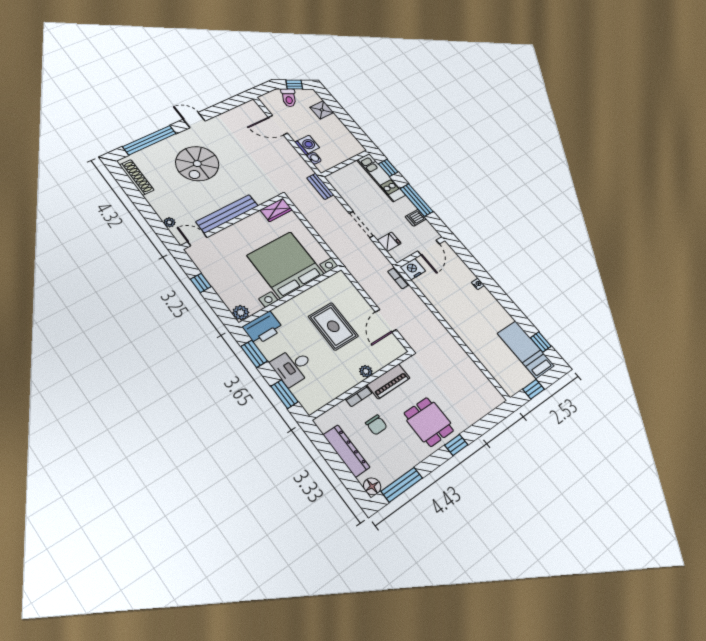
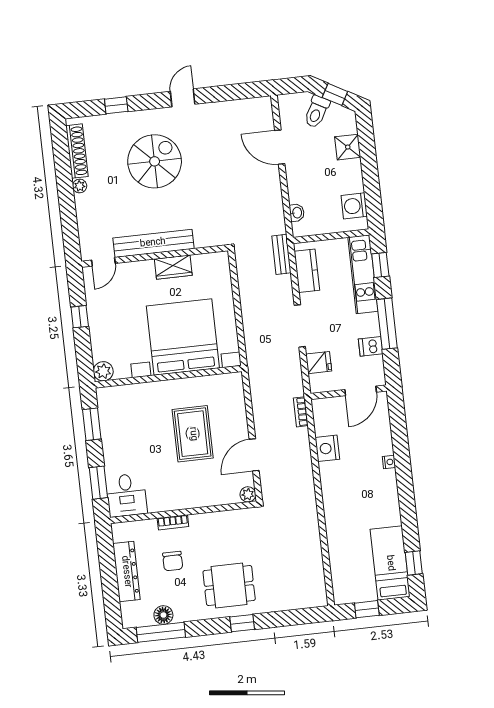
door: (194, 120) -> (183, 98), hinge flipped
window: (149, 140) -> (116, 105), width x0.32
washing machine: (307, 145) -> (354, 206), moved, turned 180
spiral stairs: (197, 164) -> (155, 161), turned 180
kitchen counter: (344, 189) -> (307, 271), added
wardrobe: (276, 210) -> (173, 267), moved
plant: (169, 222) -> (80, 186), moved
door: (197, 240) -> (103, 262), swing flipped
nightstand: (413, 269) -> (327, 448), moved, turned -90
printer: (263, 328) -> (117, 400), removed
desk: (293, 367) -> (126, 495), moved, turned -90
plant: (366, 371) -> (248, 494), moved
piano: (388, 381) -> (214, 523), removed
dining table: (429, 422) -> (229, 586), turned 90
floor lamp: (372, 486) -> (163, 615), moved

